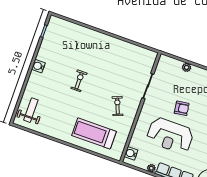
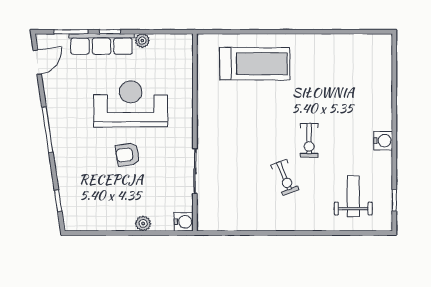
exercise bike: (118, 106) -> (285, 177), moved
weight bench: (31, 110) -> (353, 196), moved, turned 180
water cooler: (131, 153) -> (184, 222), moved

